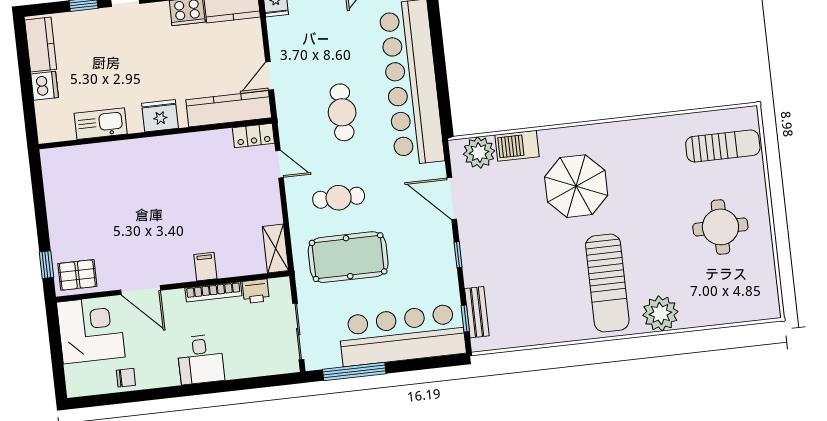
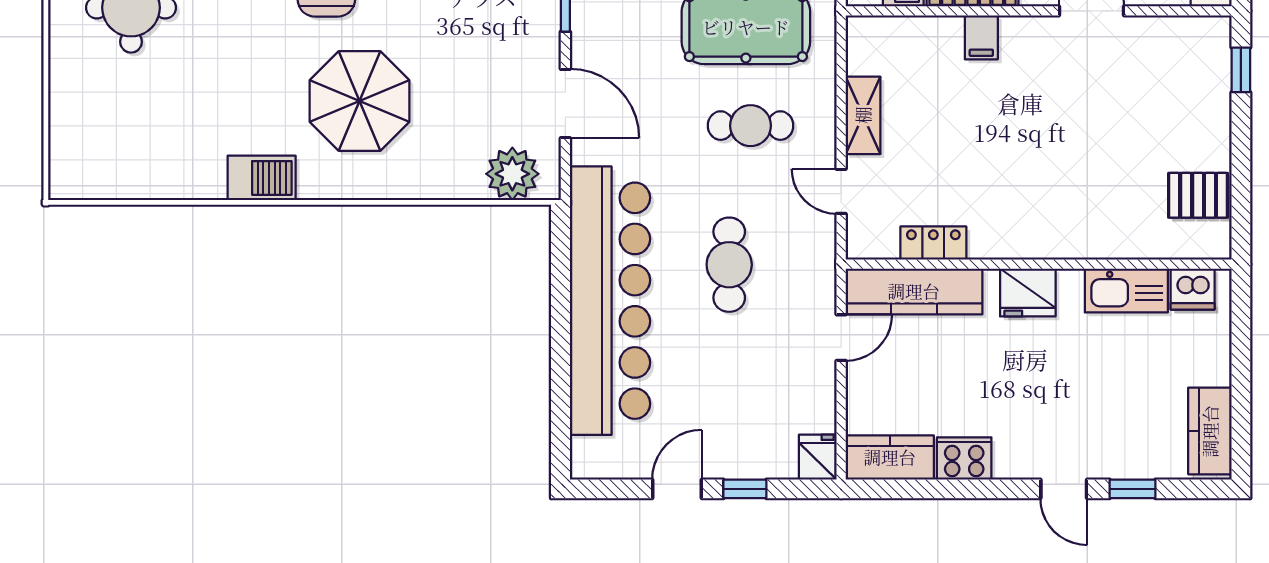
dishwasher: (45, 86) -> (1193, 289), moved, turned -90
locker: (253, 135) -> (933, 243), moved
barbecue: (517, 146) -> (262, 178), moved
sun lounger: (723, 146) -> (112, 140), removed
shelving: (276, 249) -> (863, 115), moved
pallet: (77, 275) -> (1198, 195), moved

